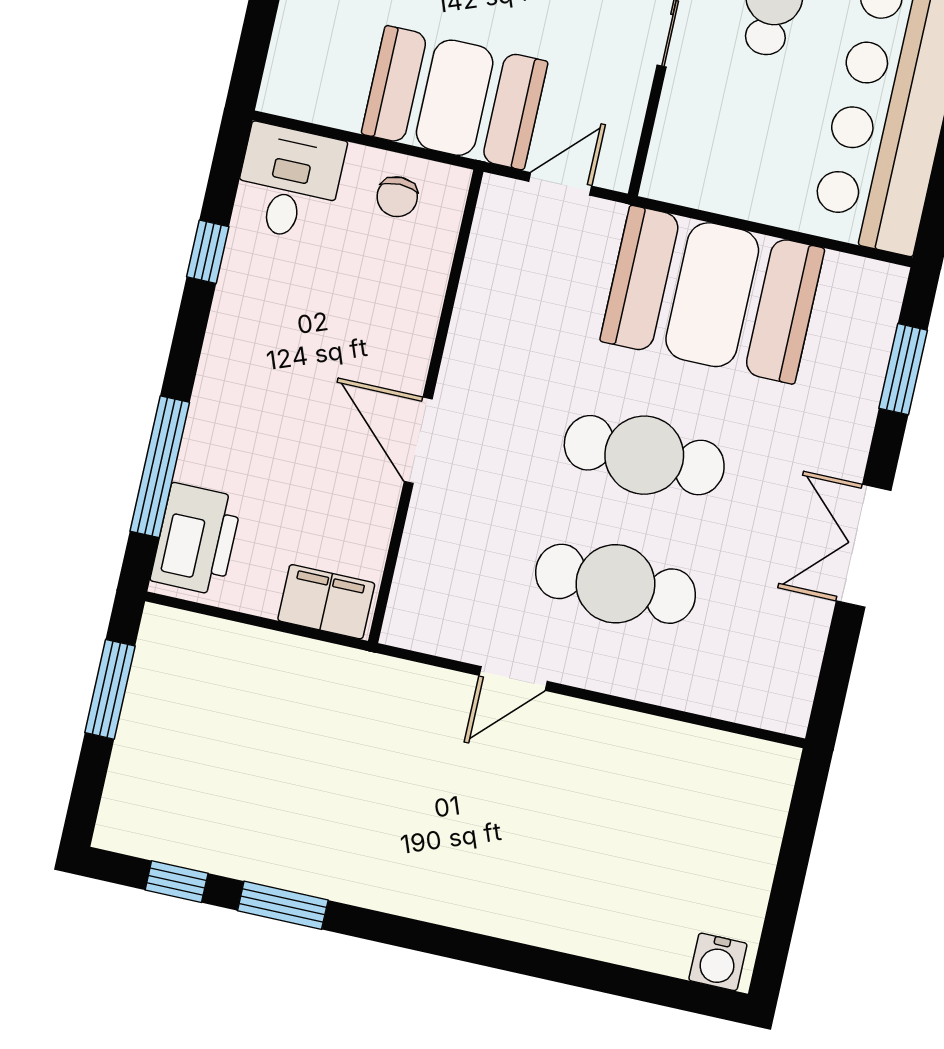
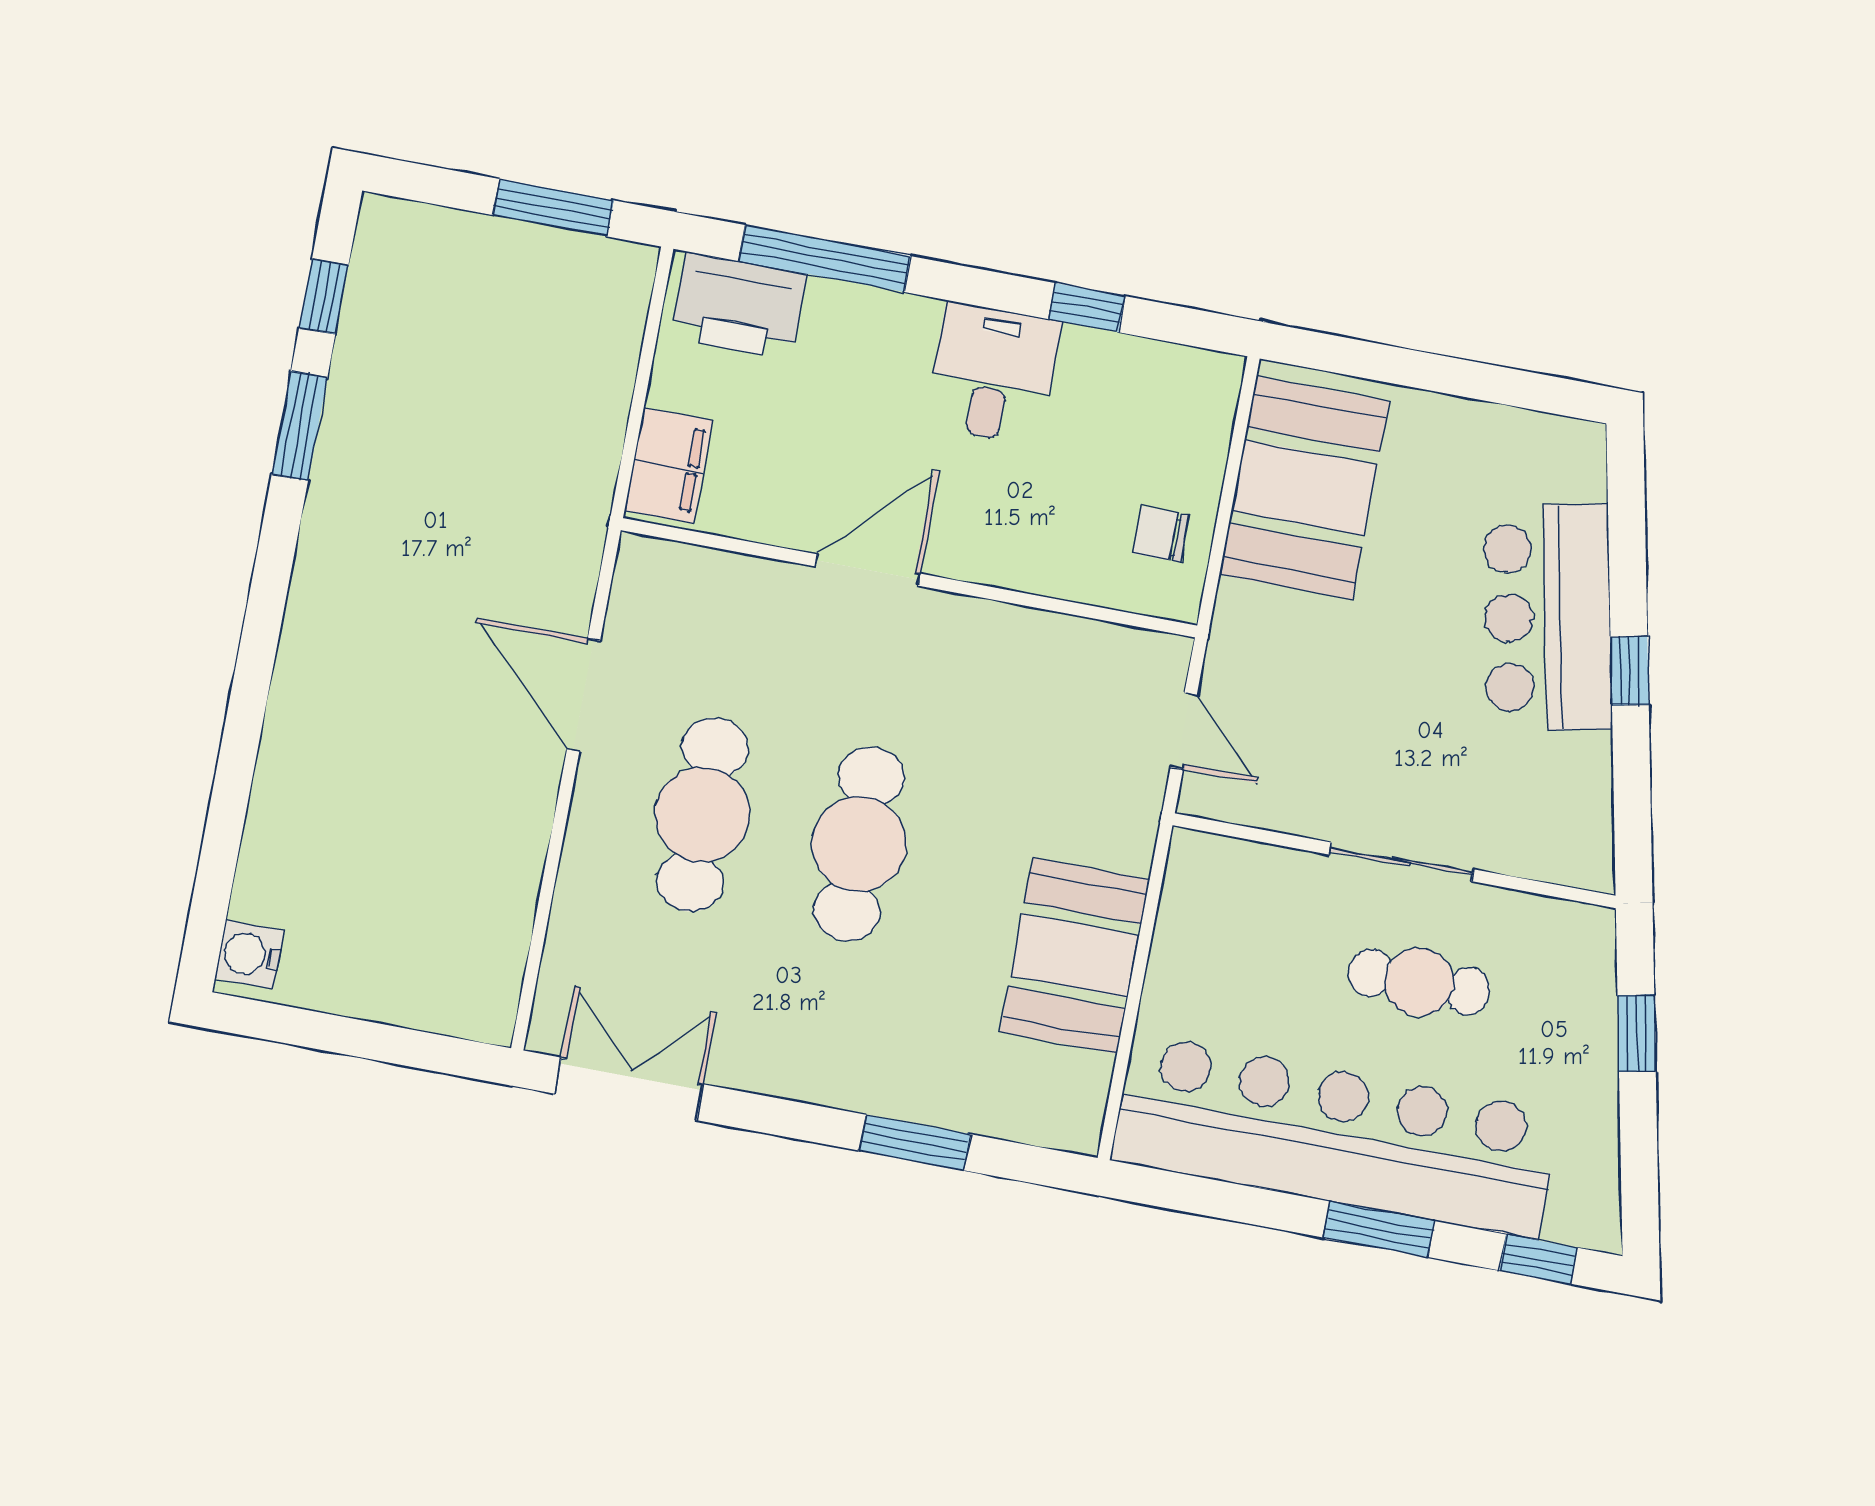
booth: (455, 98) -> (1304, 488), moved
desk: (289, 182) -> (993, 374), moved, turned -90
booth: (712, 295) -> (1075, 956), width x0.73, depth x0.70
window: (903, 369) -> (915, 1142), moved
double door: (864, 546) -> (629, 1089), moved
door: (513, 678) -> (584, 695), width x1.38

